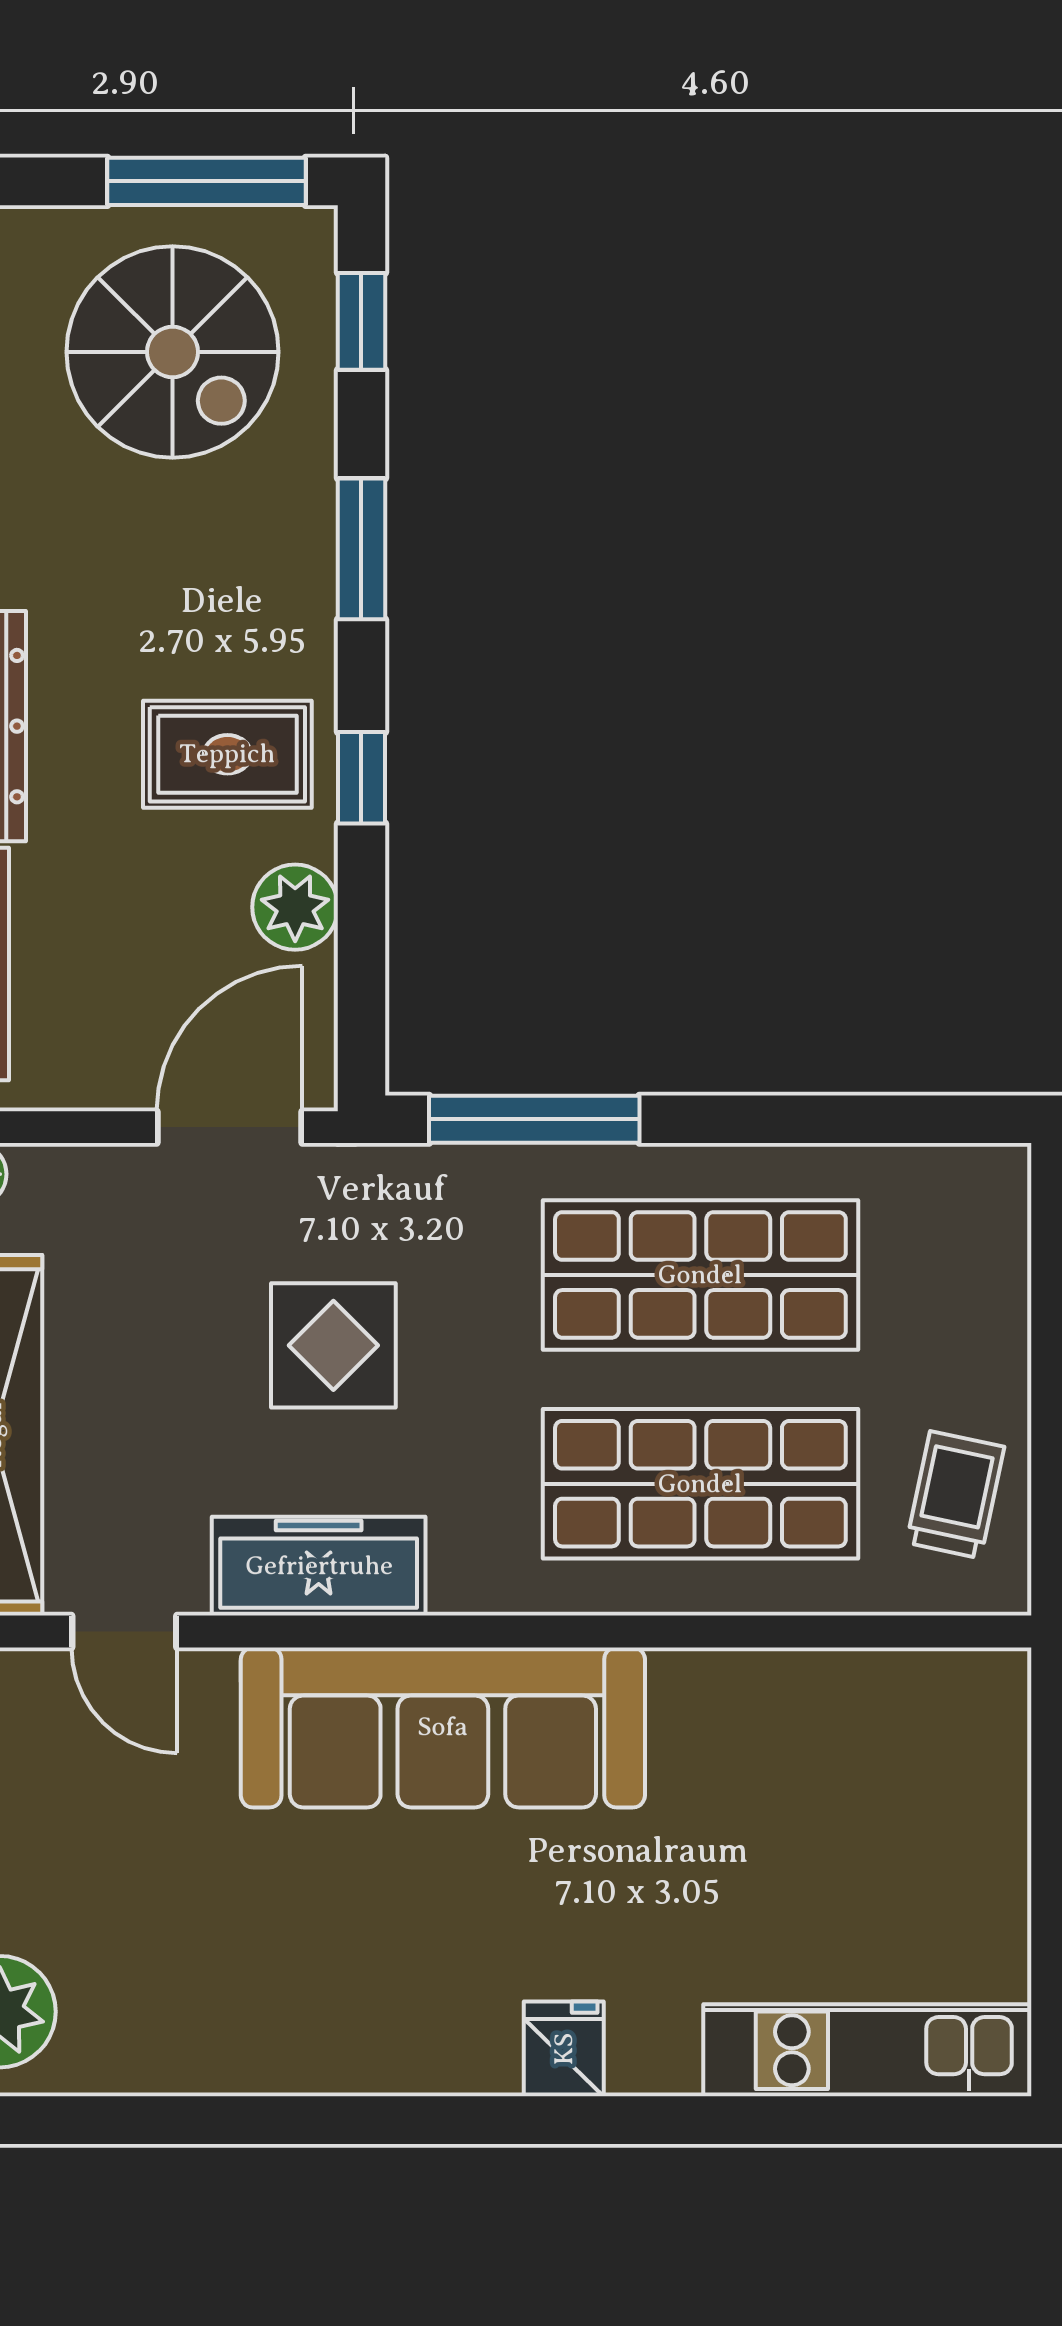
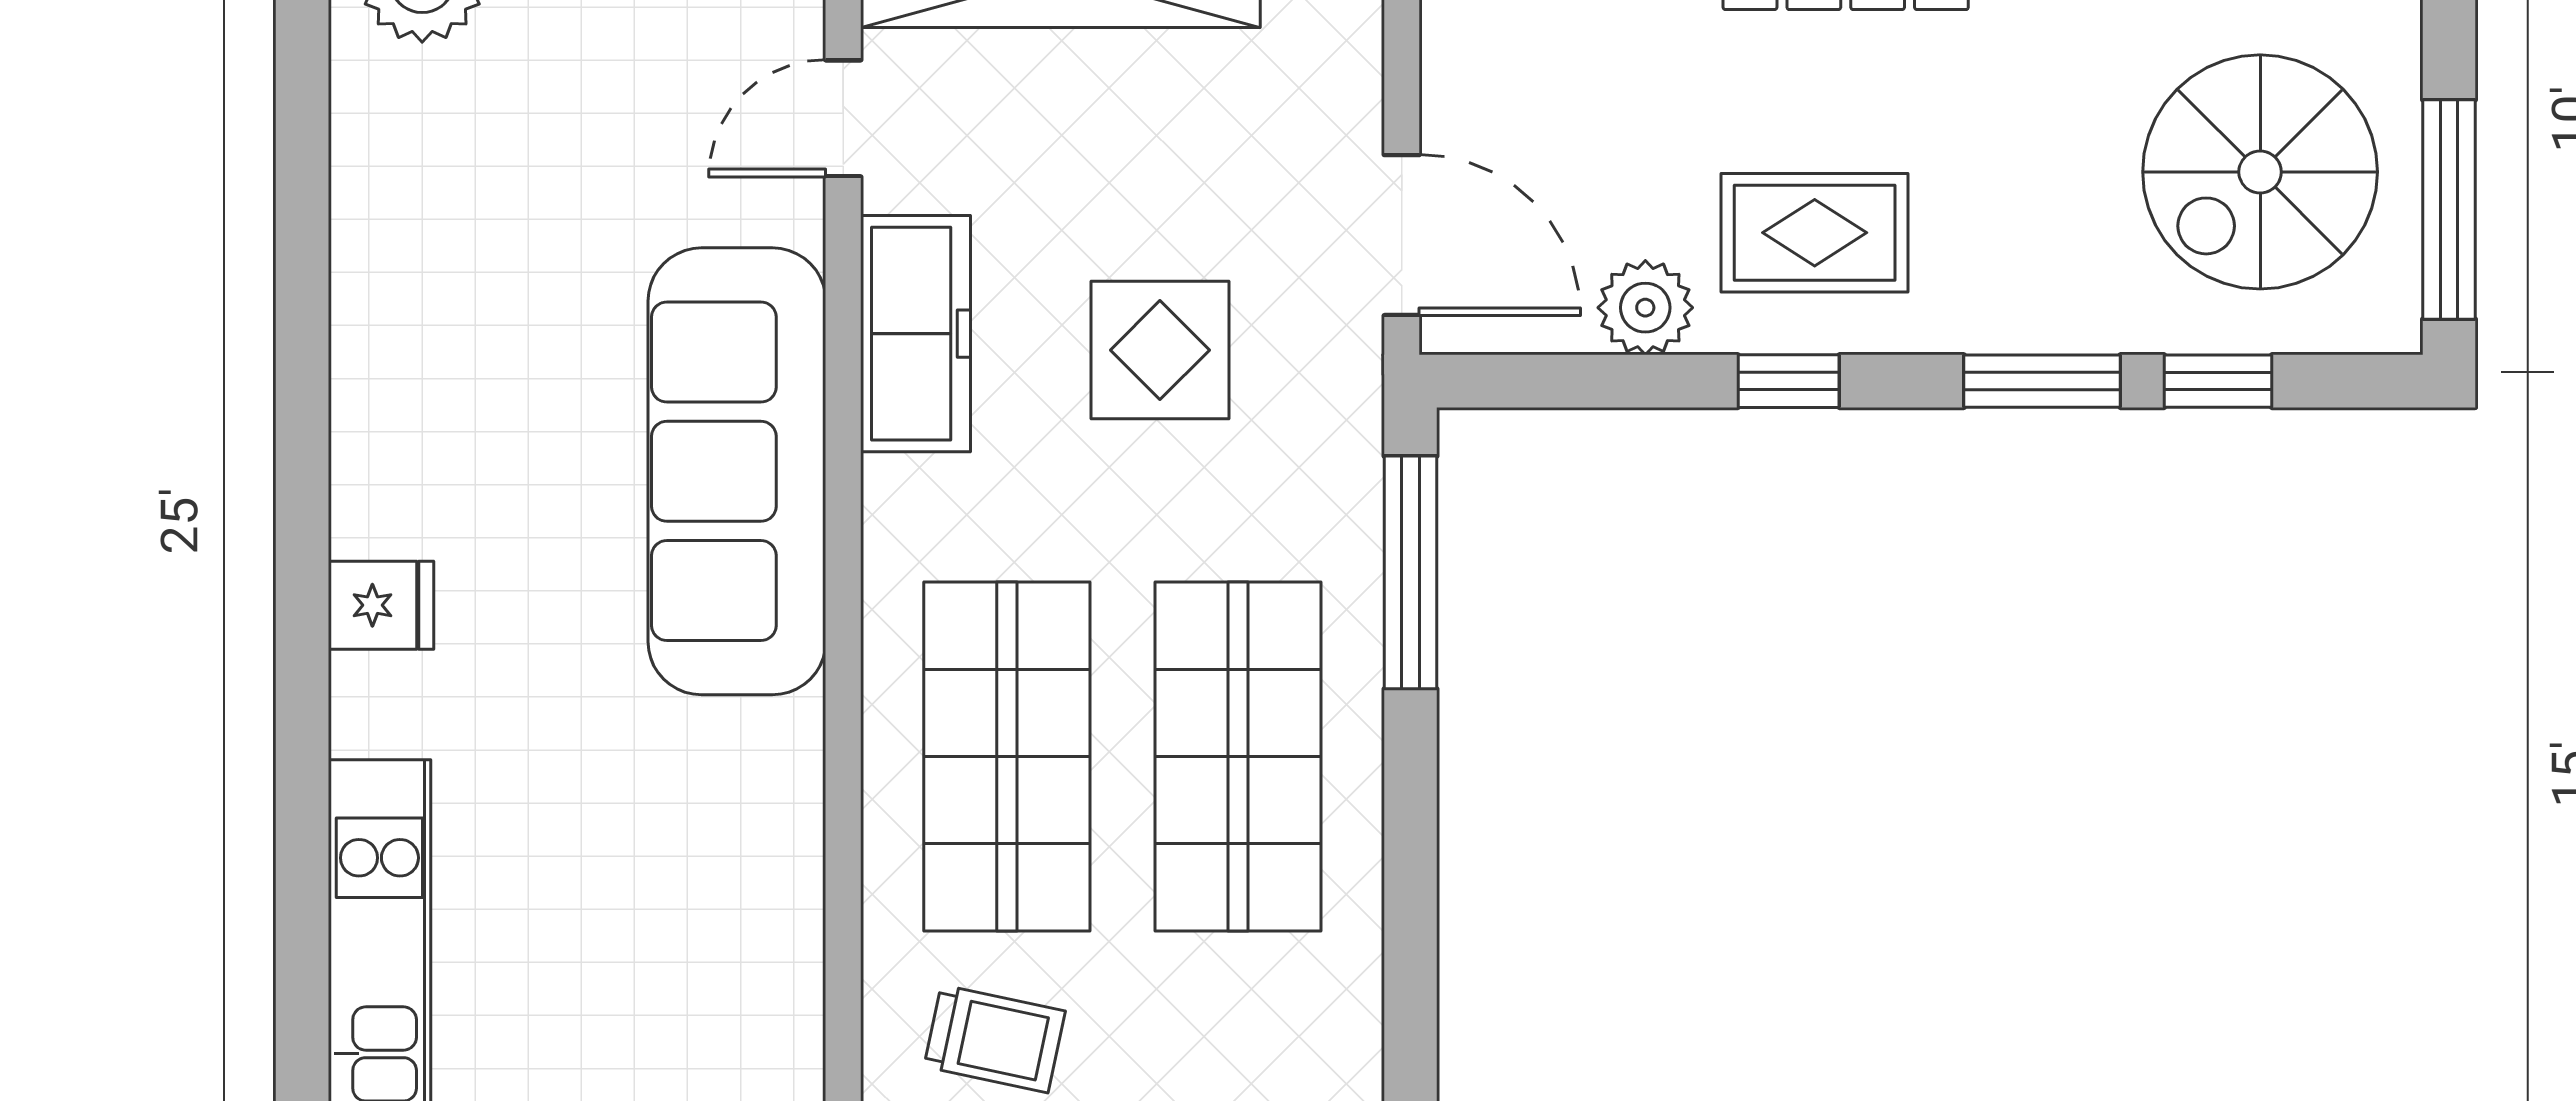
window: (361, 321) -> (2218, 381), moved
rug: (227, 754) -> (1815, 233), turned 90

